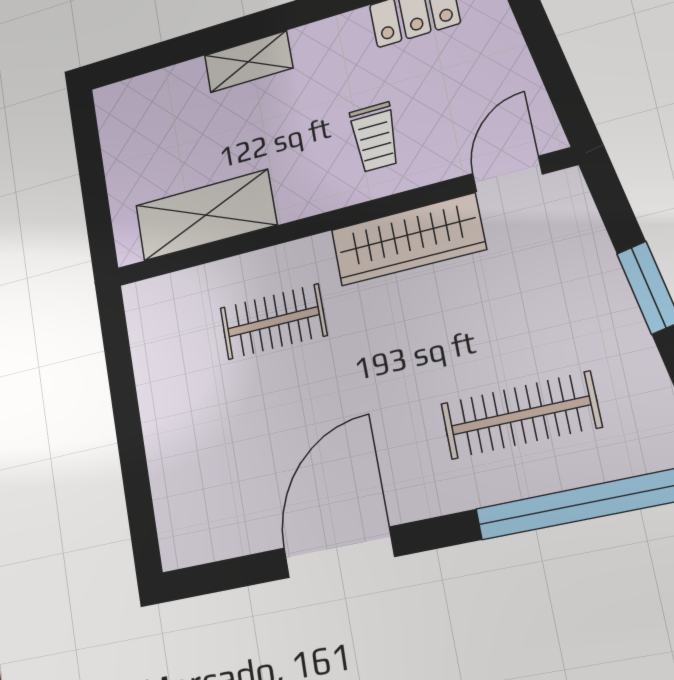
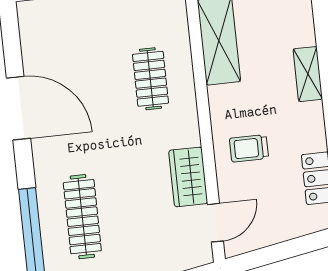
door: (507, 174) -> (215, 223), hinge flipped
wardrobe: (408, 240) -> (188, 177), width x0.67

